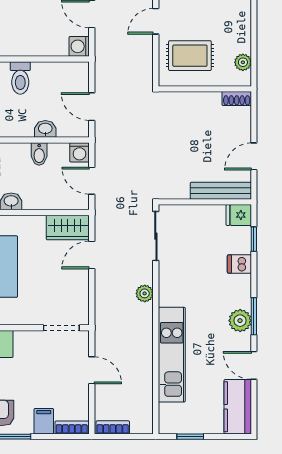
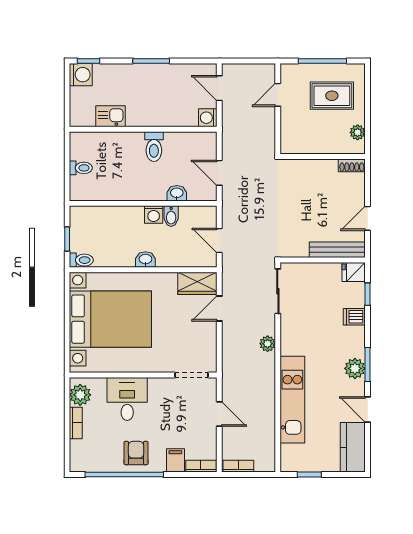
rug: (190, 56) -> (332, 96), moved
washing machine: (80, 152) -> (154, 215), moved

